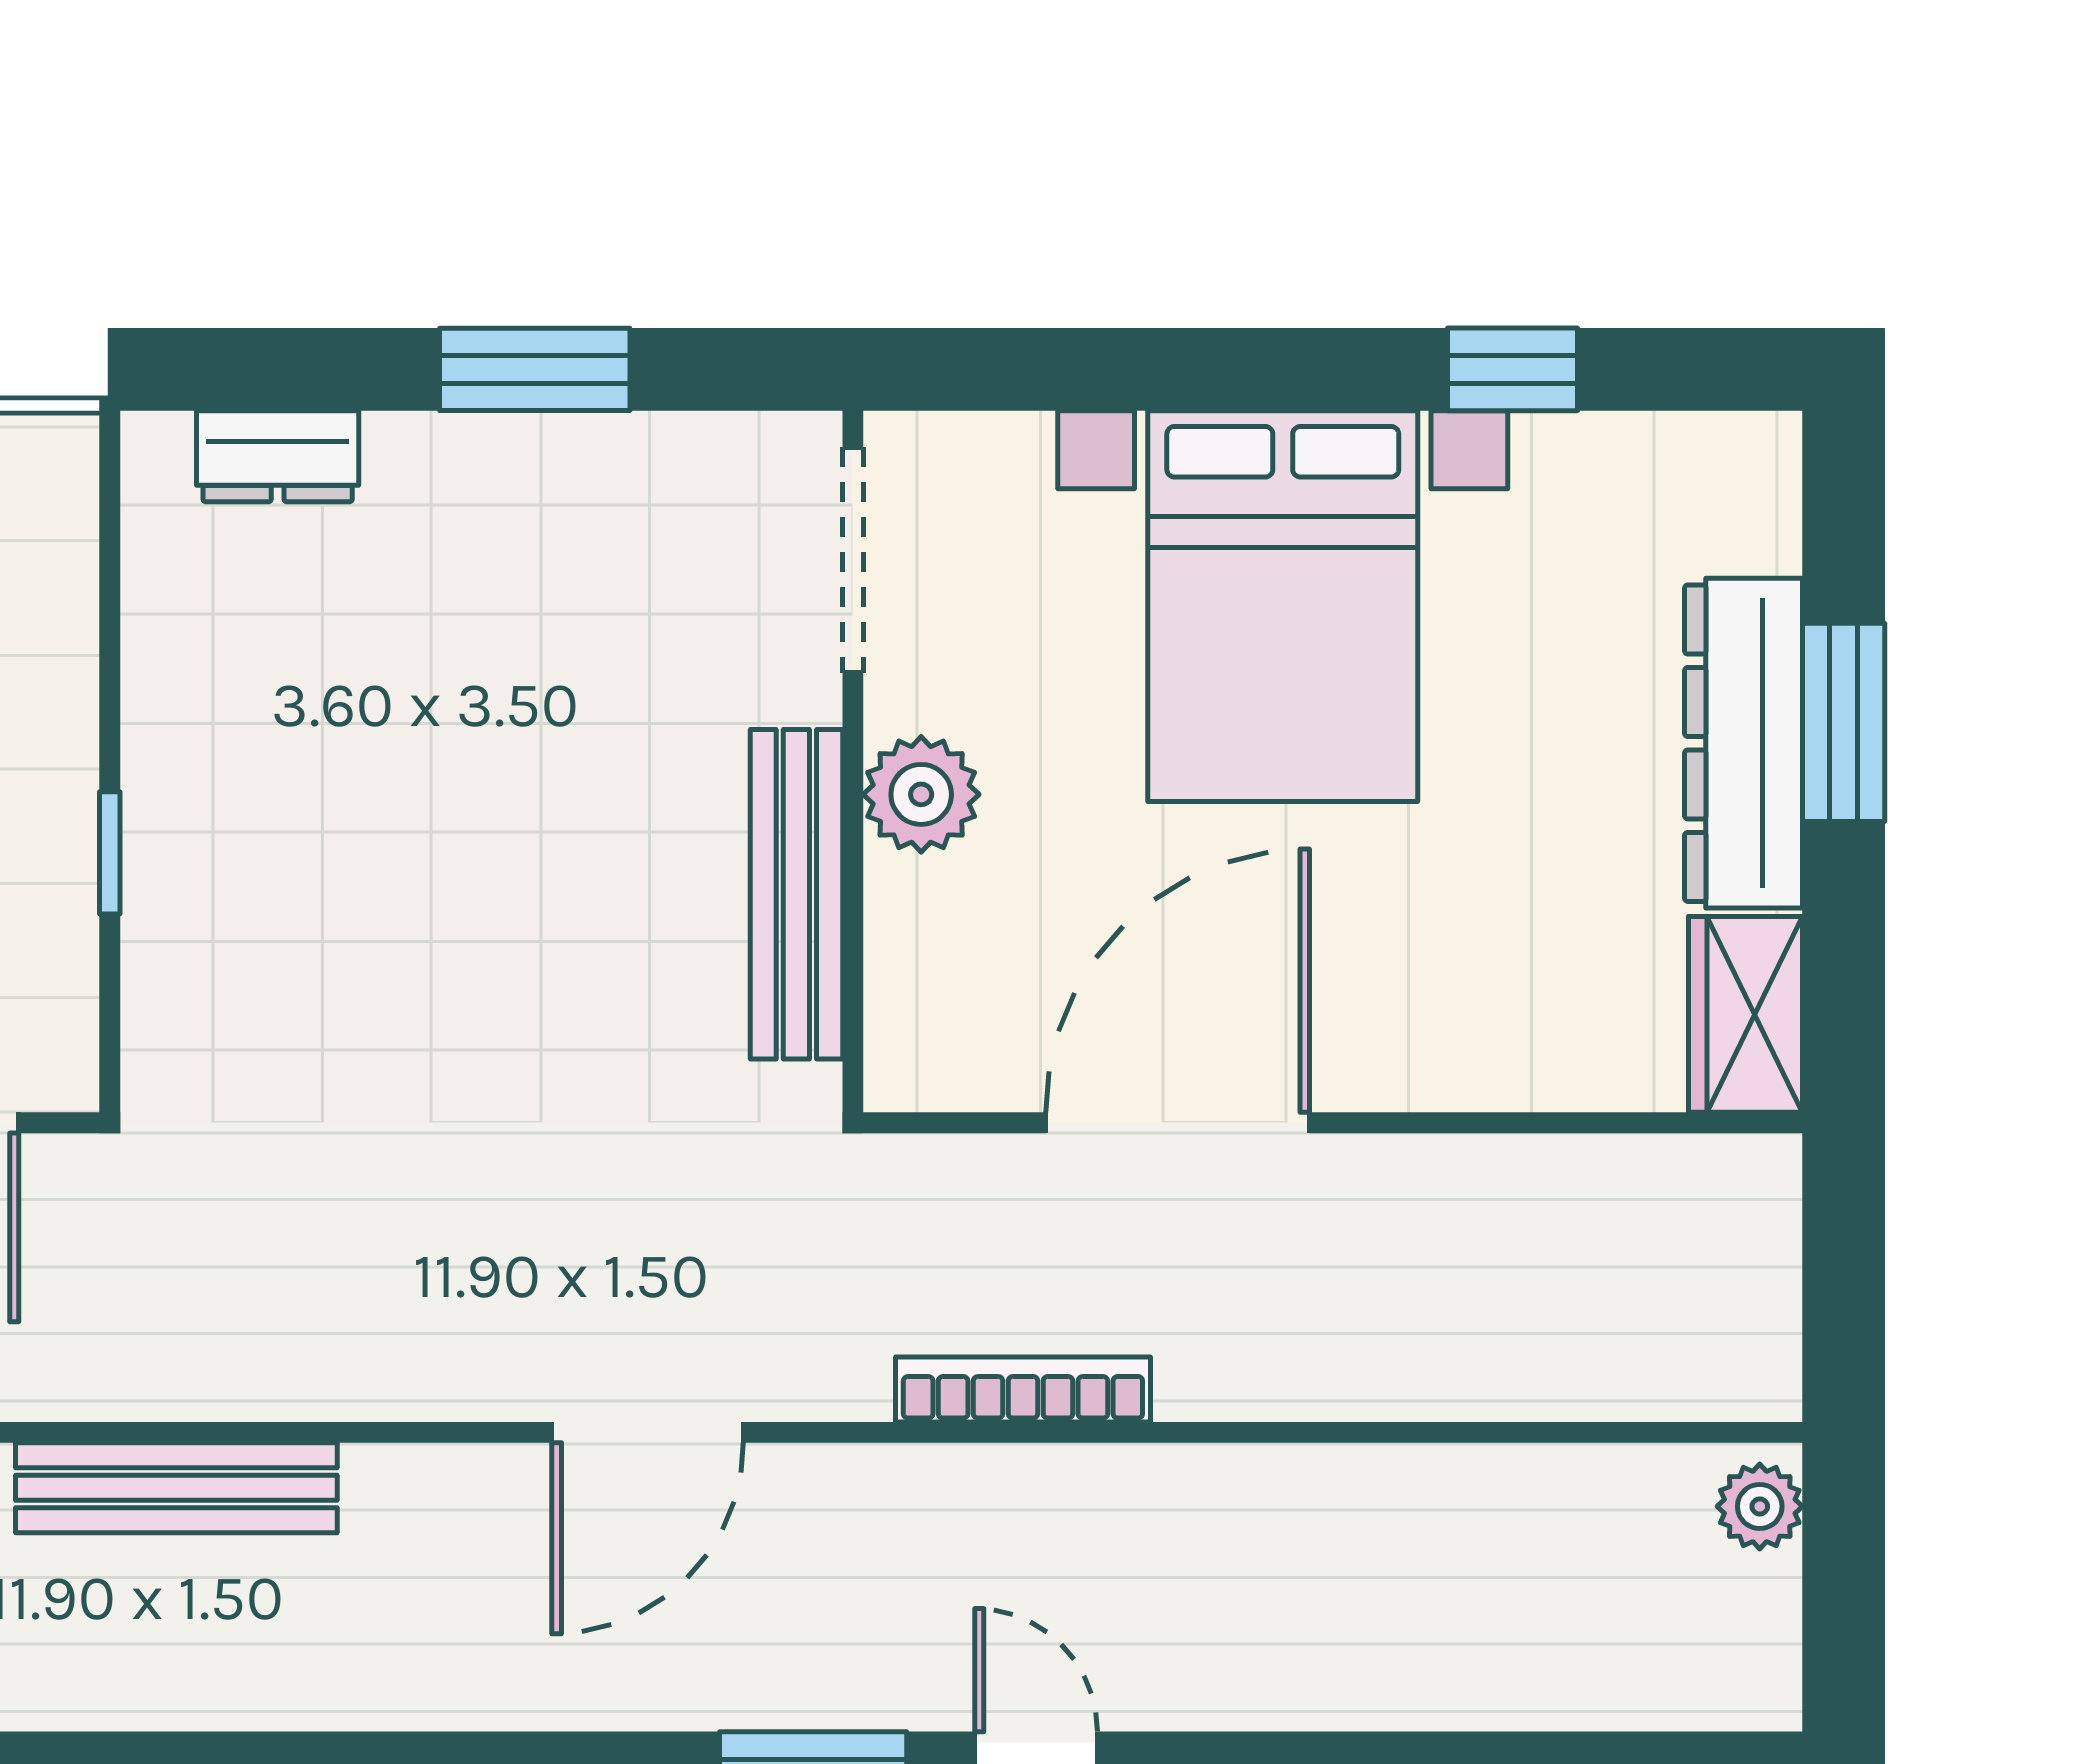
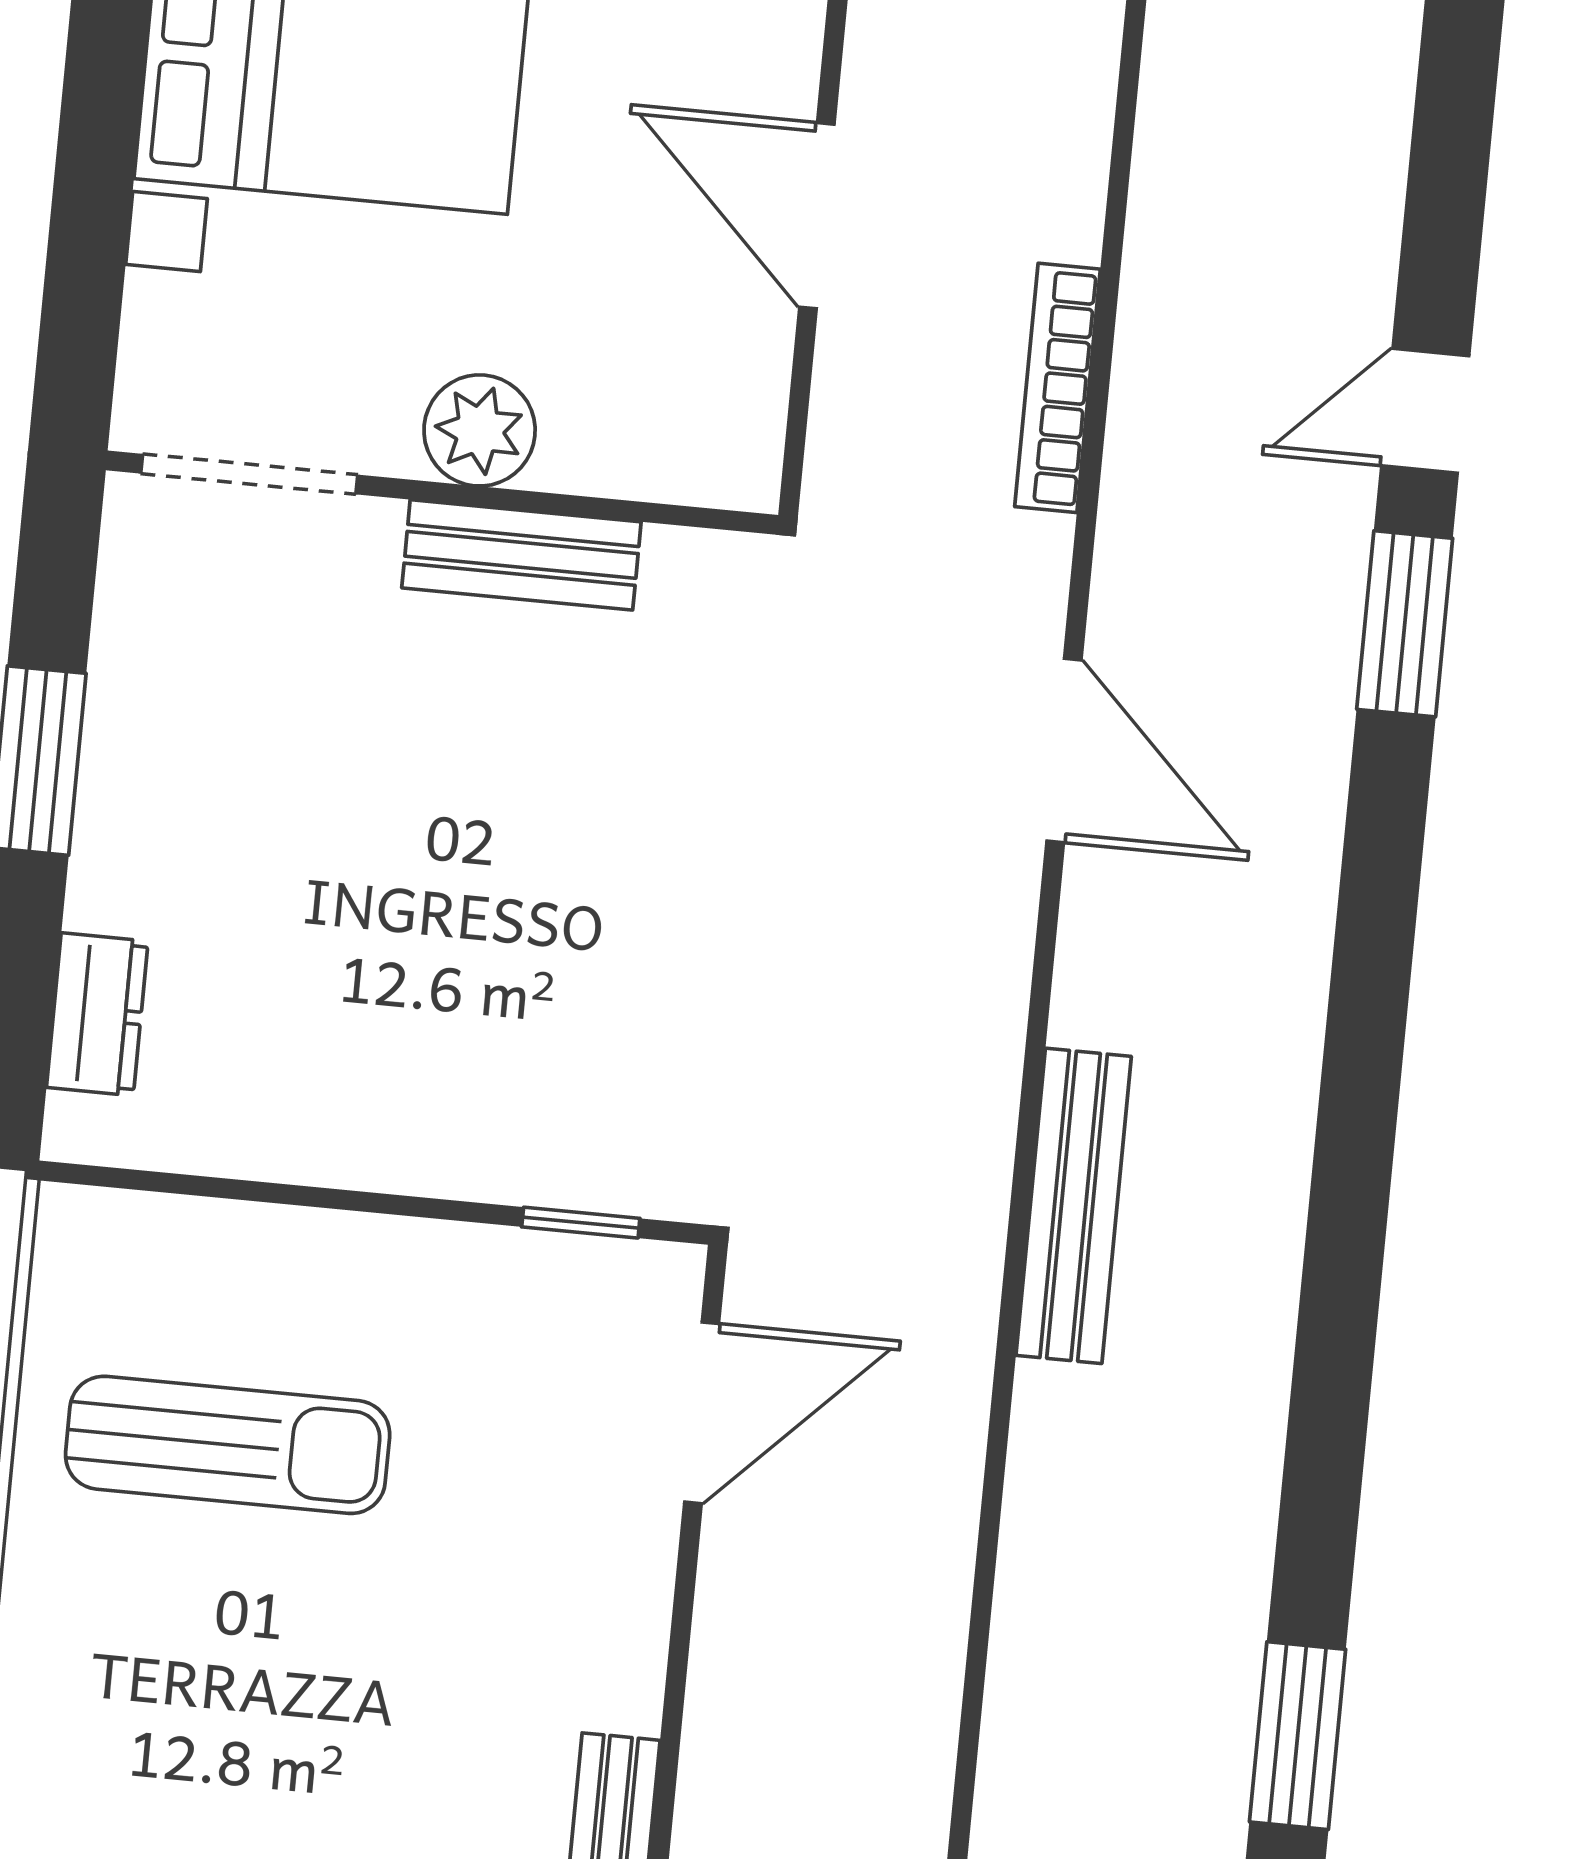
window: (110, 853) -> (581, 1223), moved
bench: (796, 894) -> (521, 555), width x0.73
door: (1178, 1123) -> (817, 216), width x0.73

